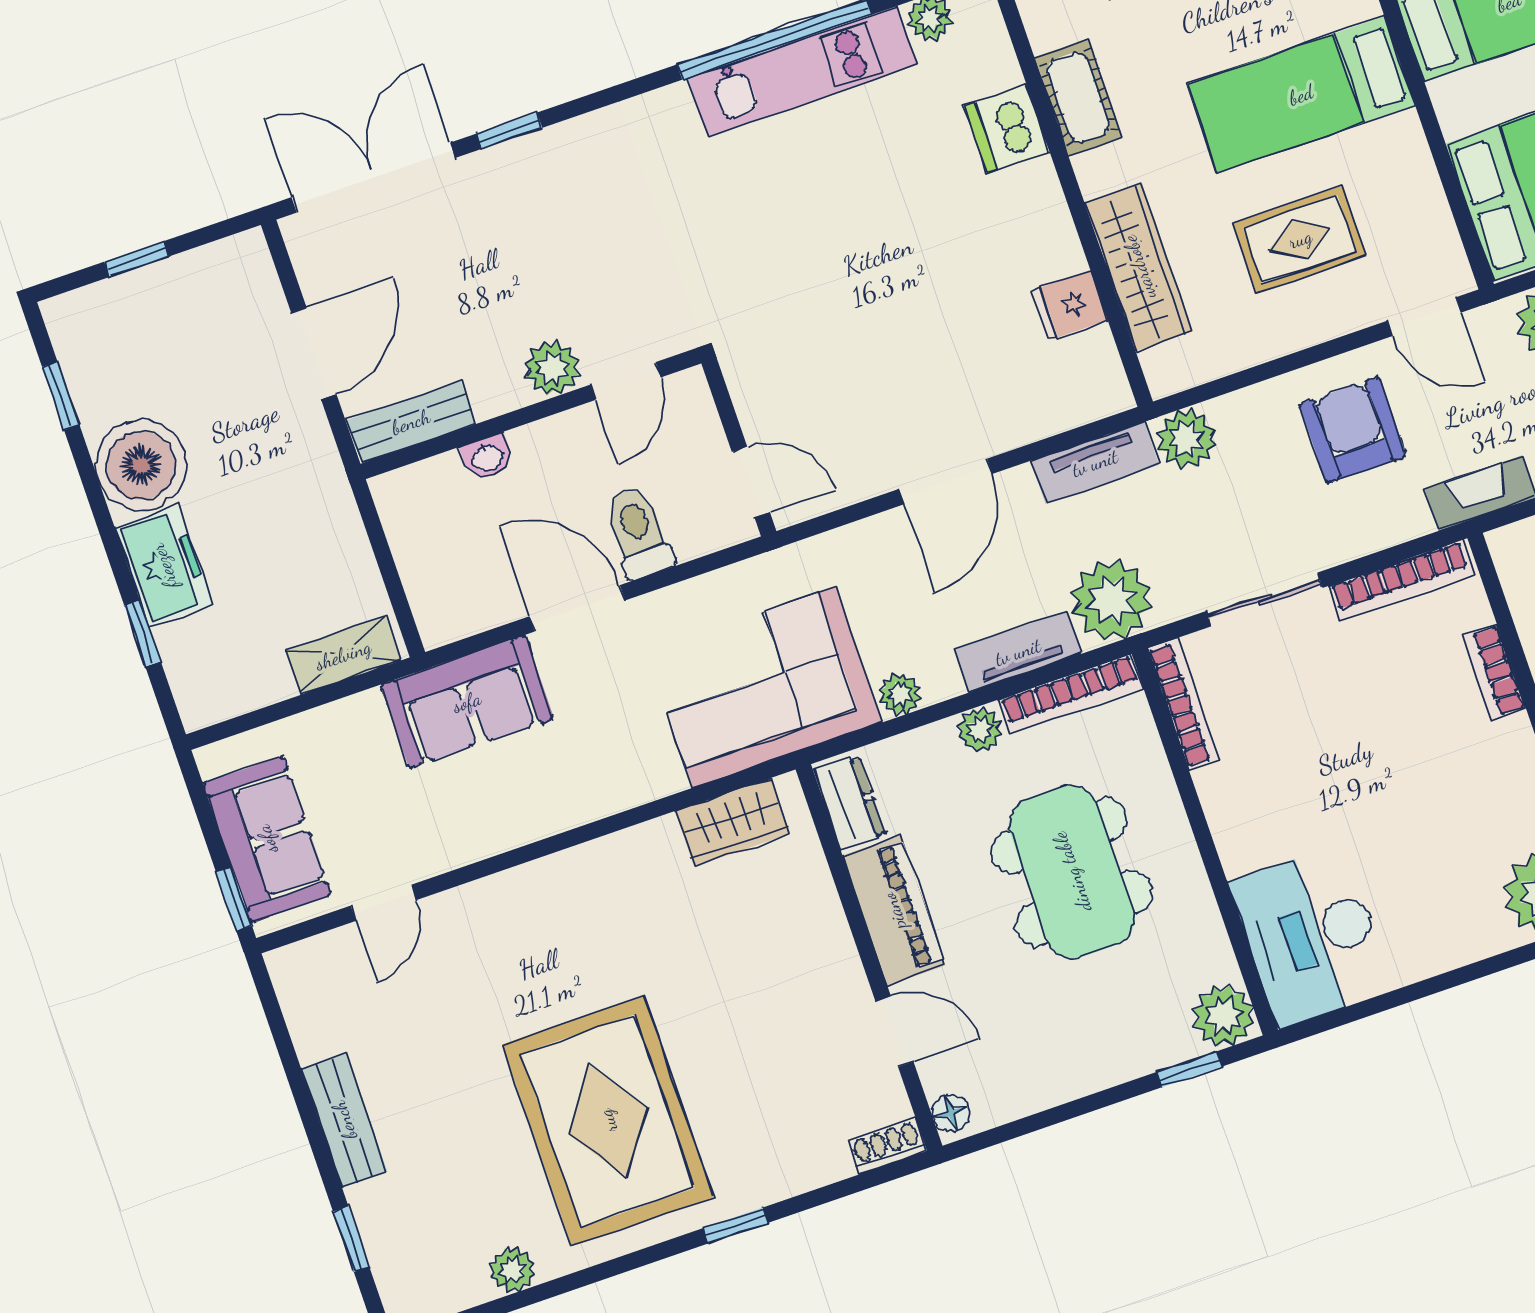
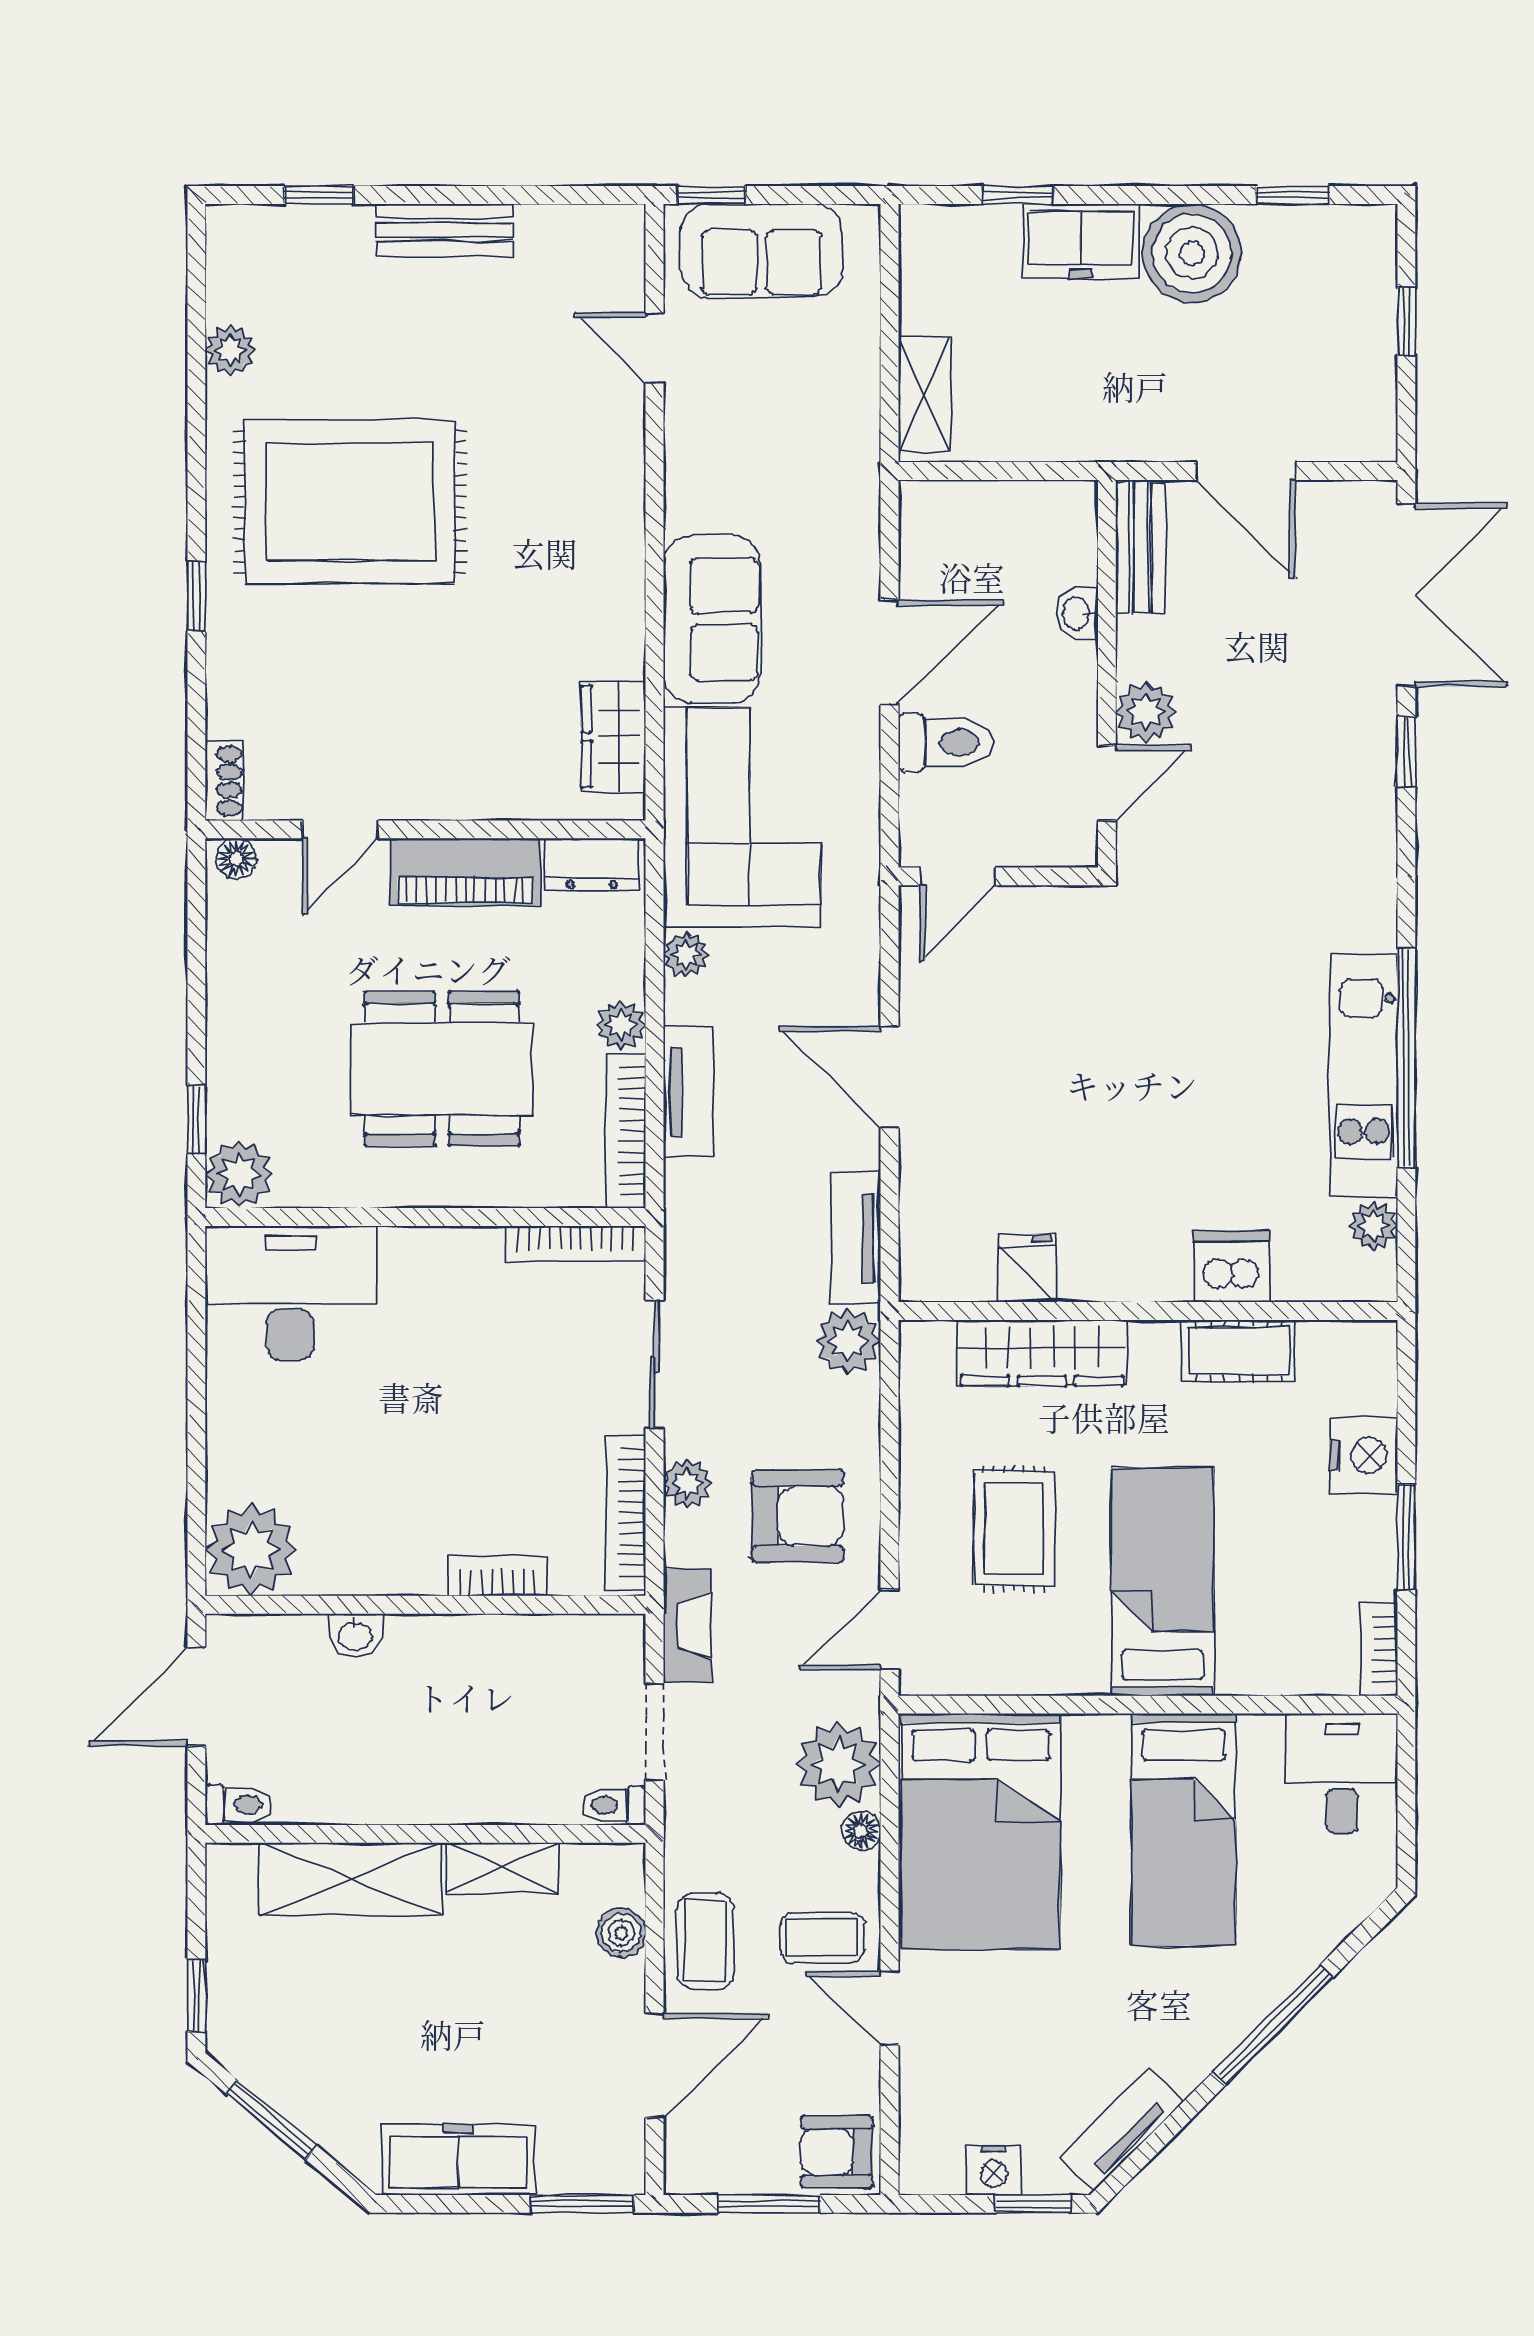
door: (626, 381) -> (1107, 783), swing flipped
plant: (1111, 600) -> (687, 1484), moved, width x0.53, depth x0.53
sofa: (467, 702) -> (712, 619), moved, turned 180

